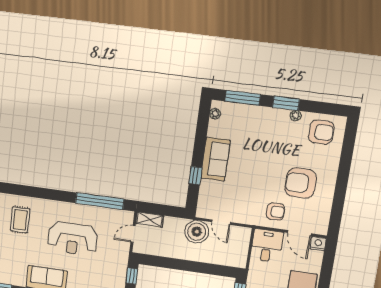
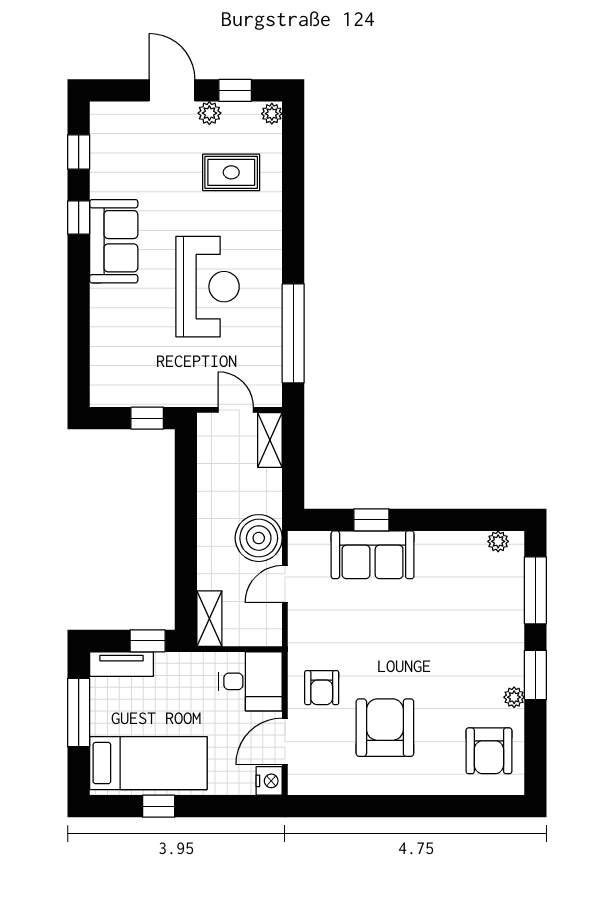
sofa: (215, 159) -> (373, 555), moved
reception desk: (73, 239) -> (208, 287), turned 180
shelving: (233, 261) -> (209, 619), added

